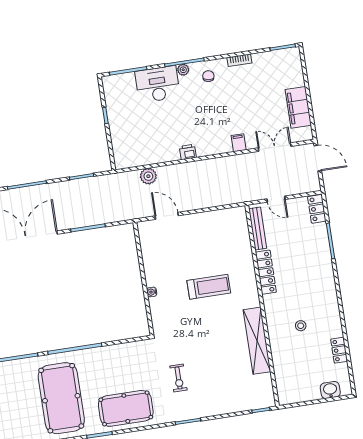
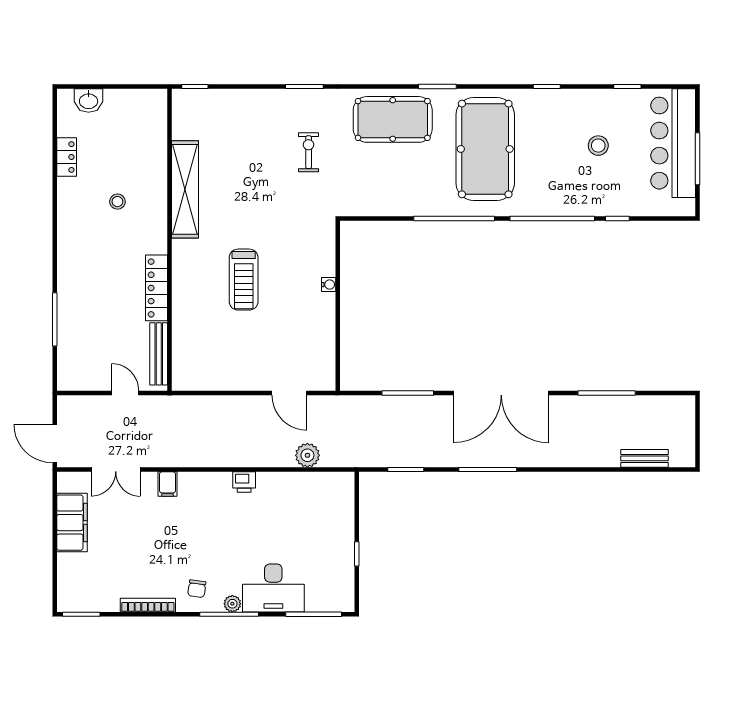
bookcase: (239, 60) -> (148, 605), width x1.56
locker: (317, 209) -> (68, 369), removed
treadmill: (209, 287) -> (244, 280), turned -90

